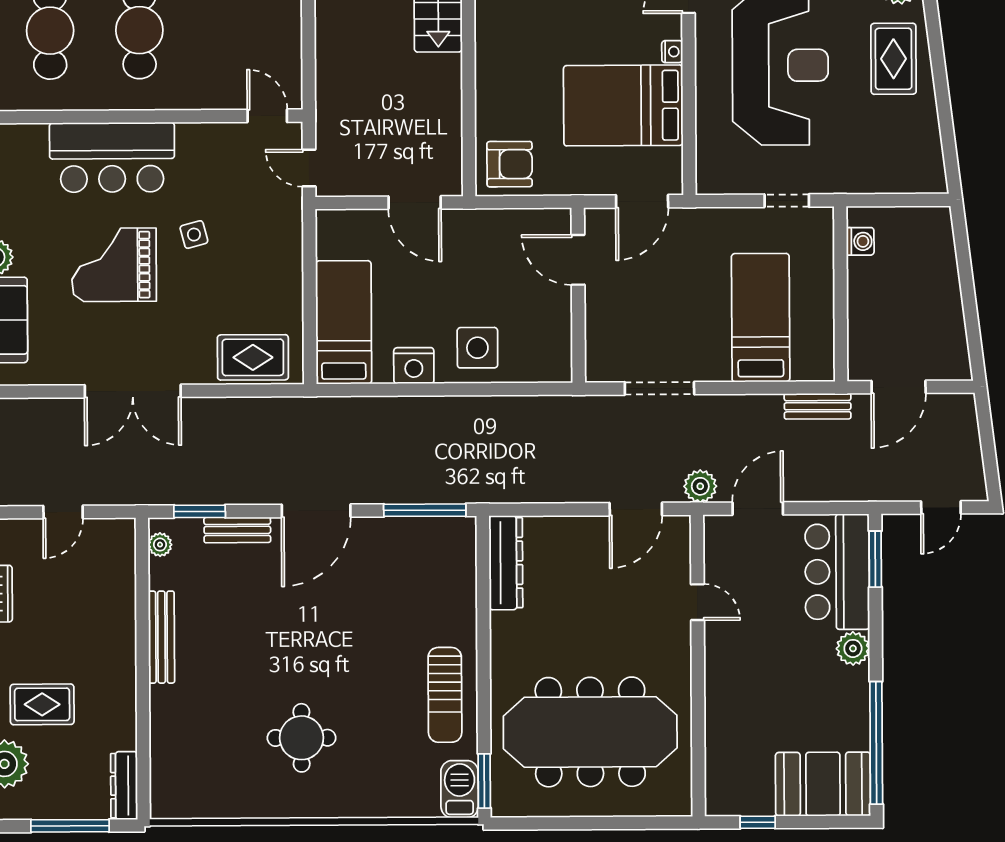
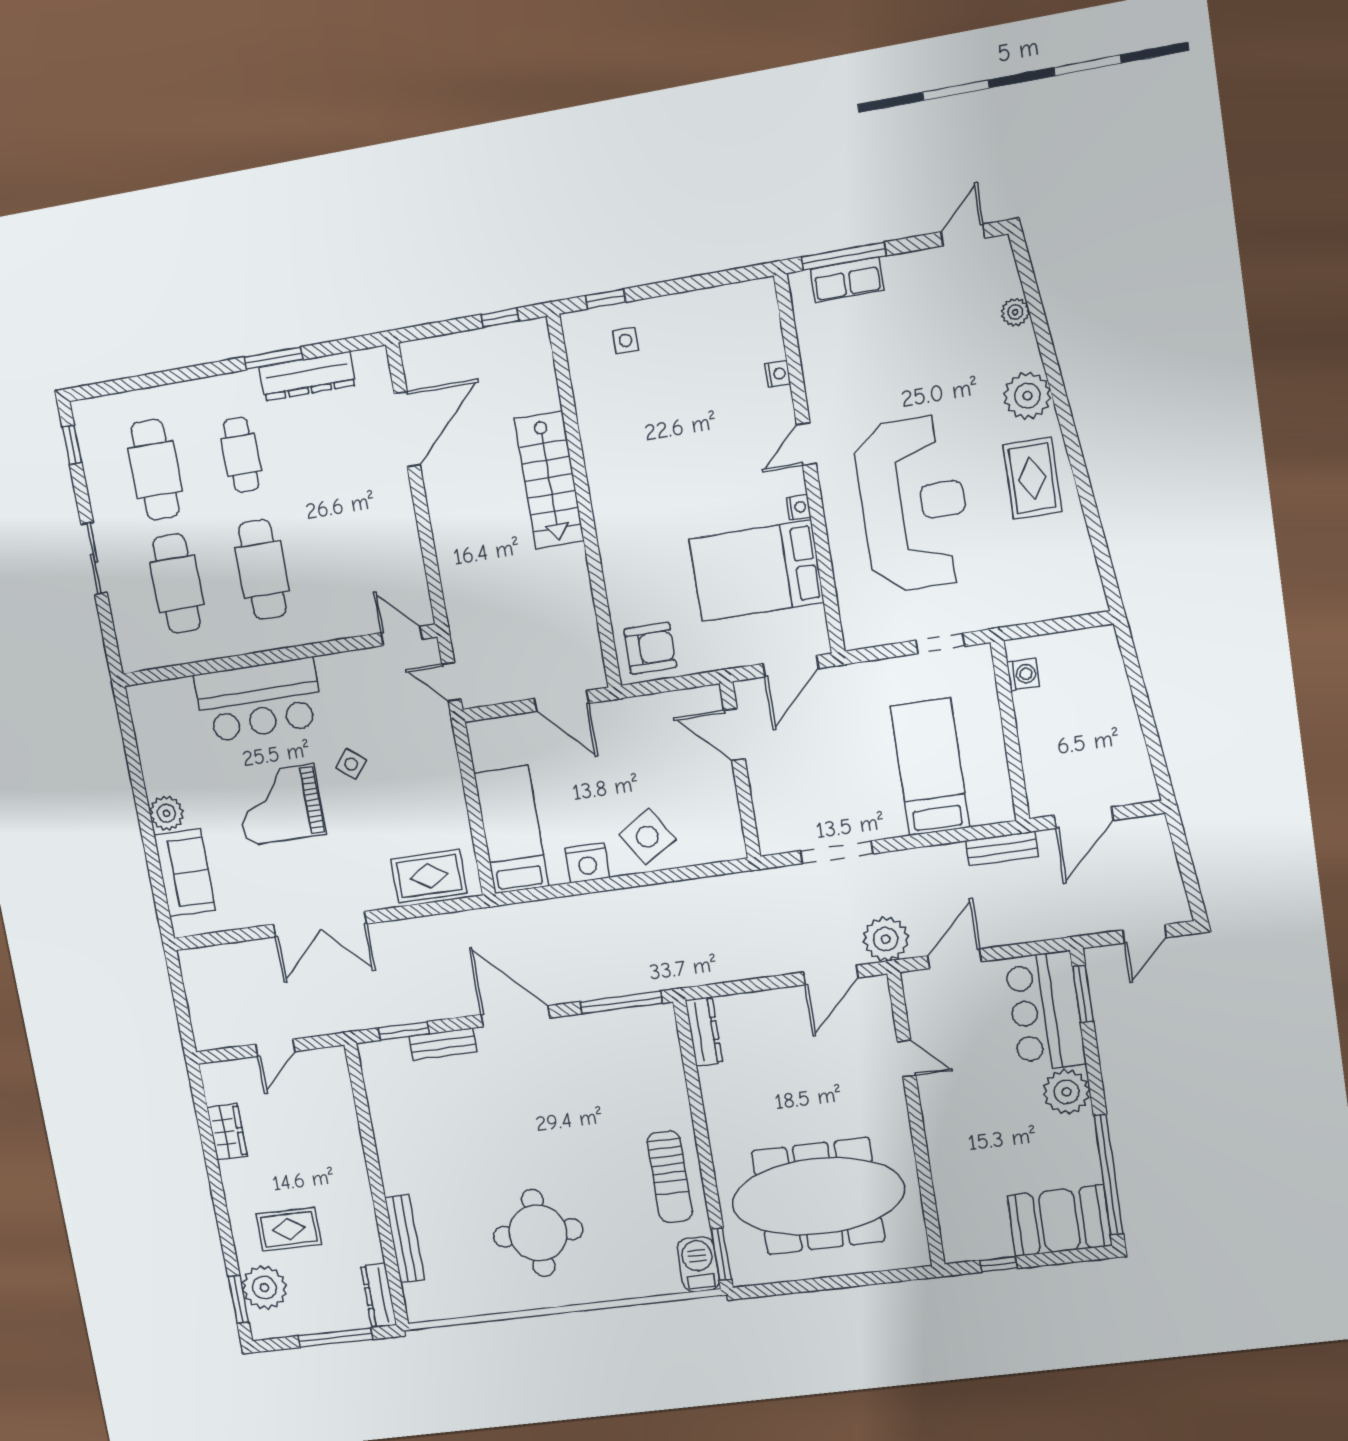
side table: (194, 235) -> (351, 764), turned -36
side table: (477, 348) -> (647, 837), turned -32
plant: (700, 486) -> (886, 939), width x1.36, depth x1.36
door: (316, 511) -> (516, 1016), swing flipped
plant: (160, 545) -> (372, 1067), removed
dresser: (506, 563) -> (704, 1032), width x0.73, depth x0.80
bench: (161, 637) -> (405, 1239), moved
plant: (853, 648) -> (1067, 1092), width x1.36, depth x1.36
round table: (302, 738) -> (538, 1233), width x1.36, depth x1.36

